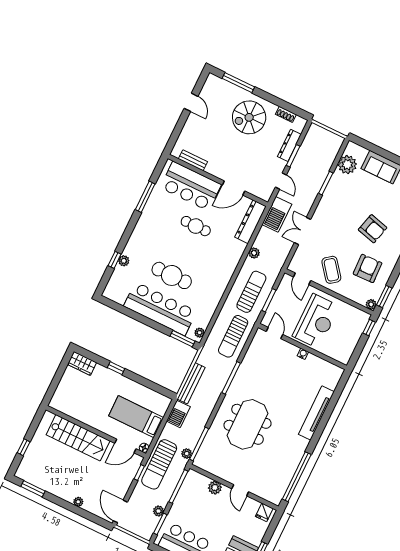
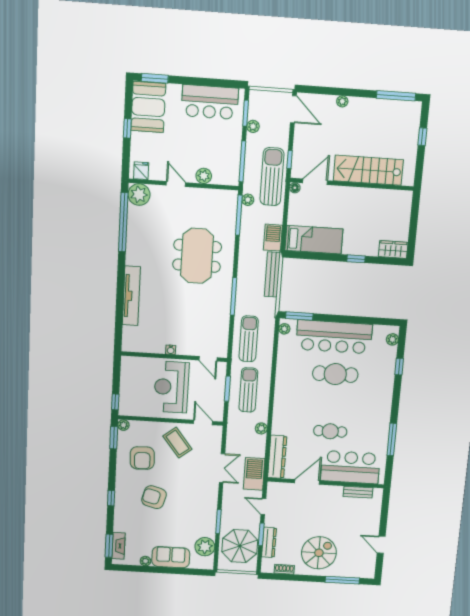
parasol: (316, 153) -> (240, 546), added
plant: (124, 261) -> (392, 339), moved
sun lounger: (251, 292) -> (248, 390), turned 180
bed: (136, 417) -> (314, 240), moved
window: (33, 489) -> (396, 96), width x1.44
plant: (274, 494) -> (139, 195), added

